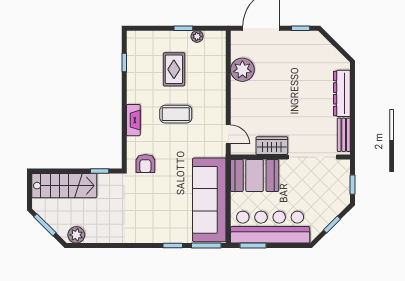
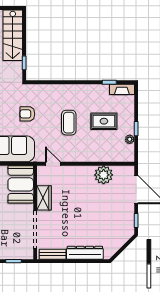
fireplace: (133, 120) -> (122, 89), moved
door: (228, 134) -> (53, 164), swing flipped
armchair: (145, 164) -> (27, 114), moved

